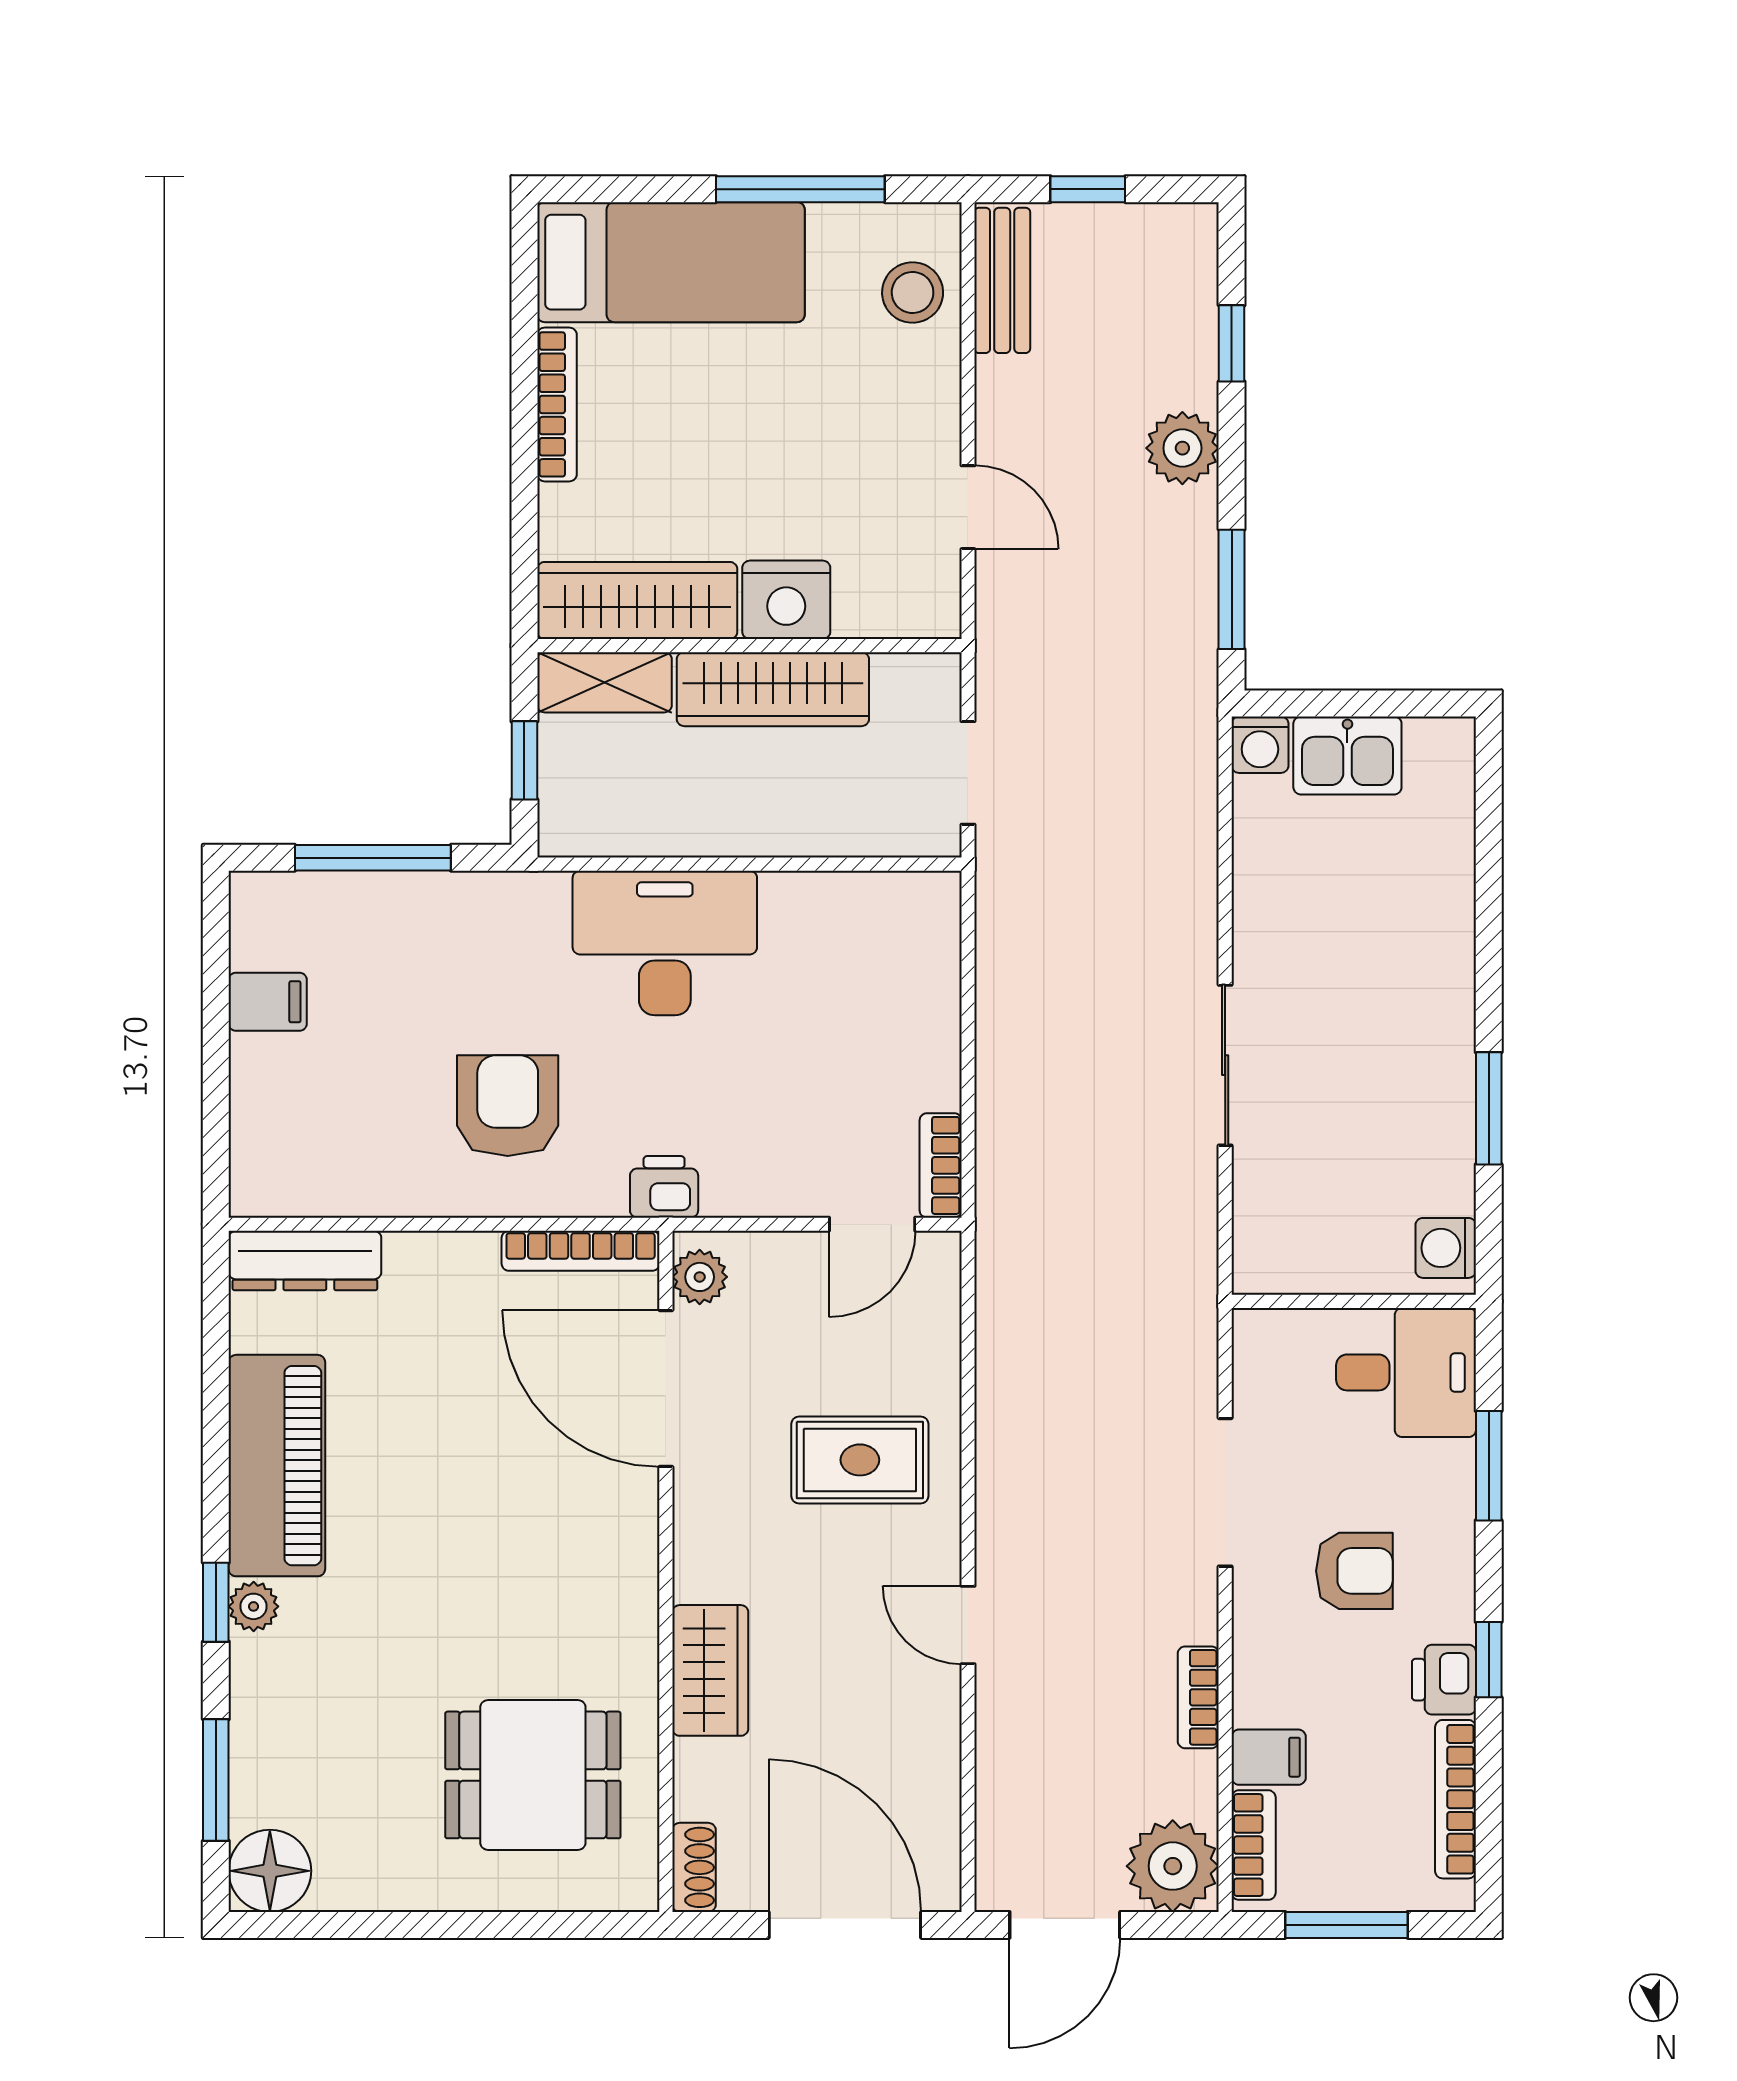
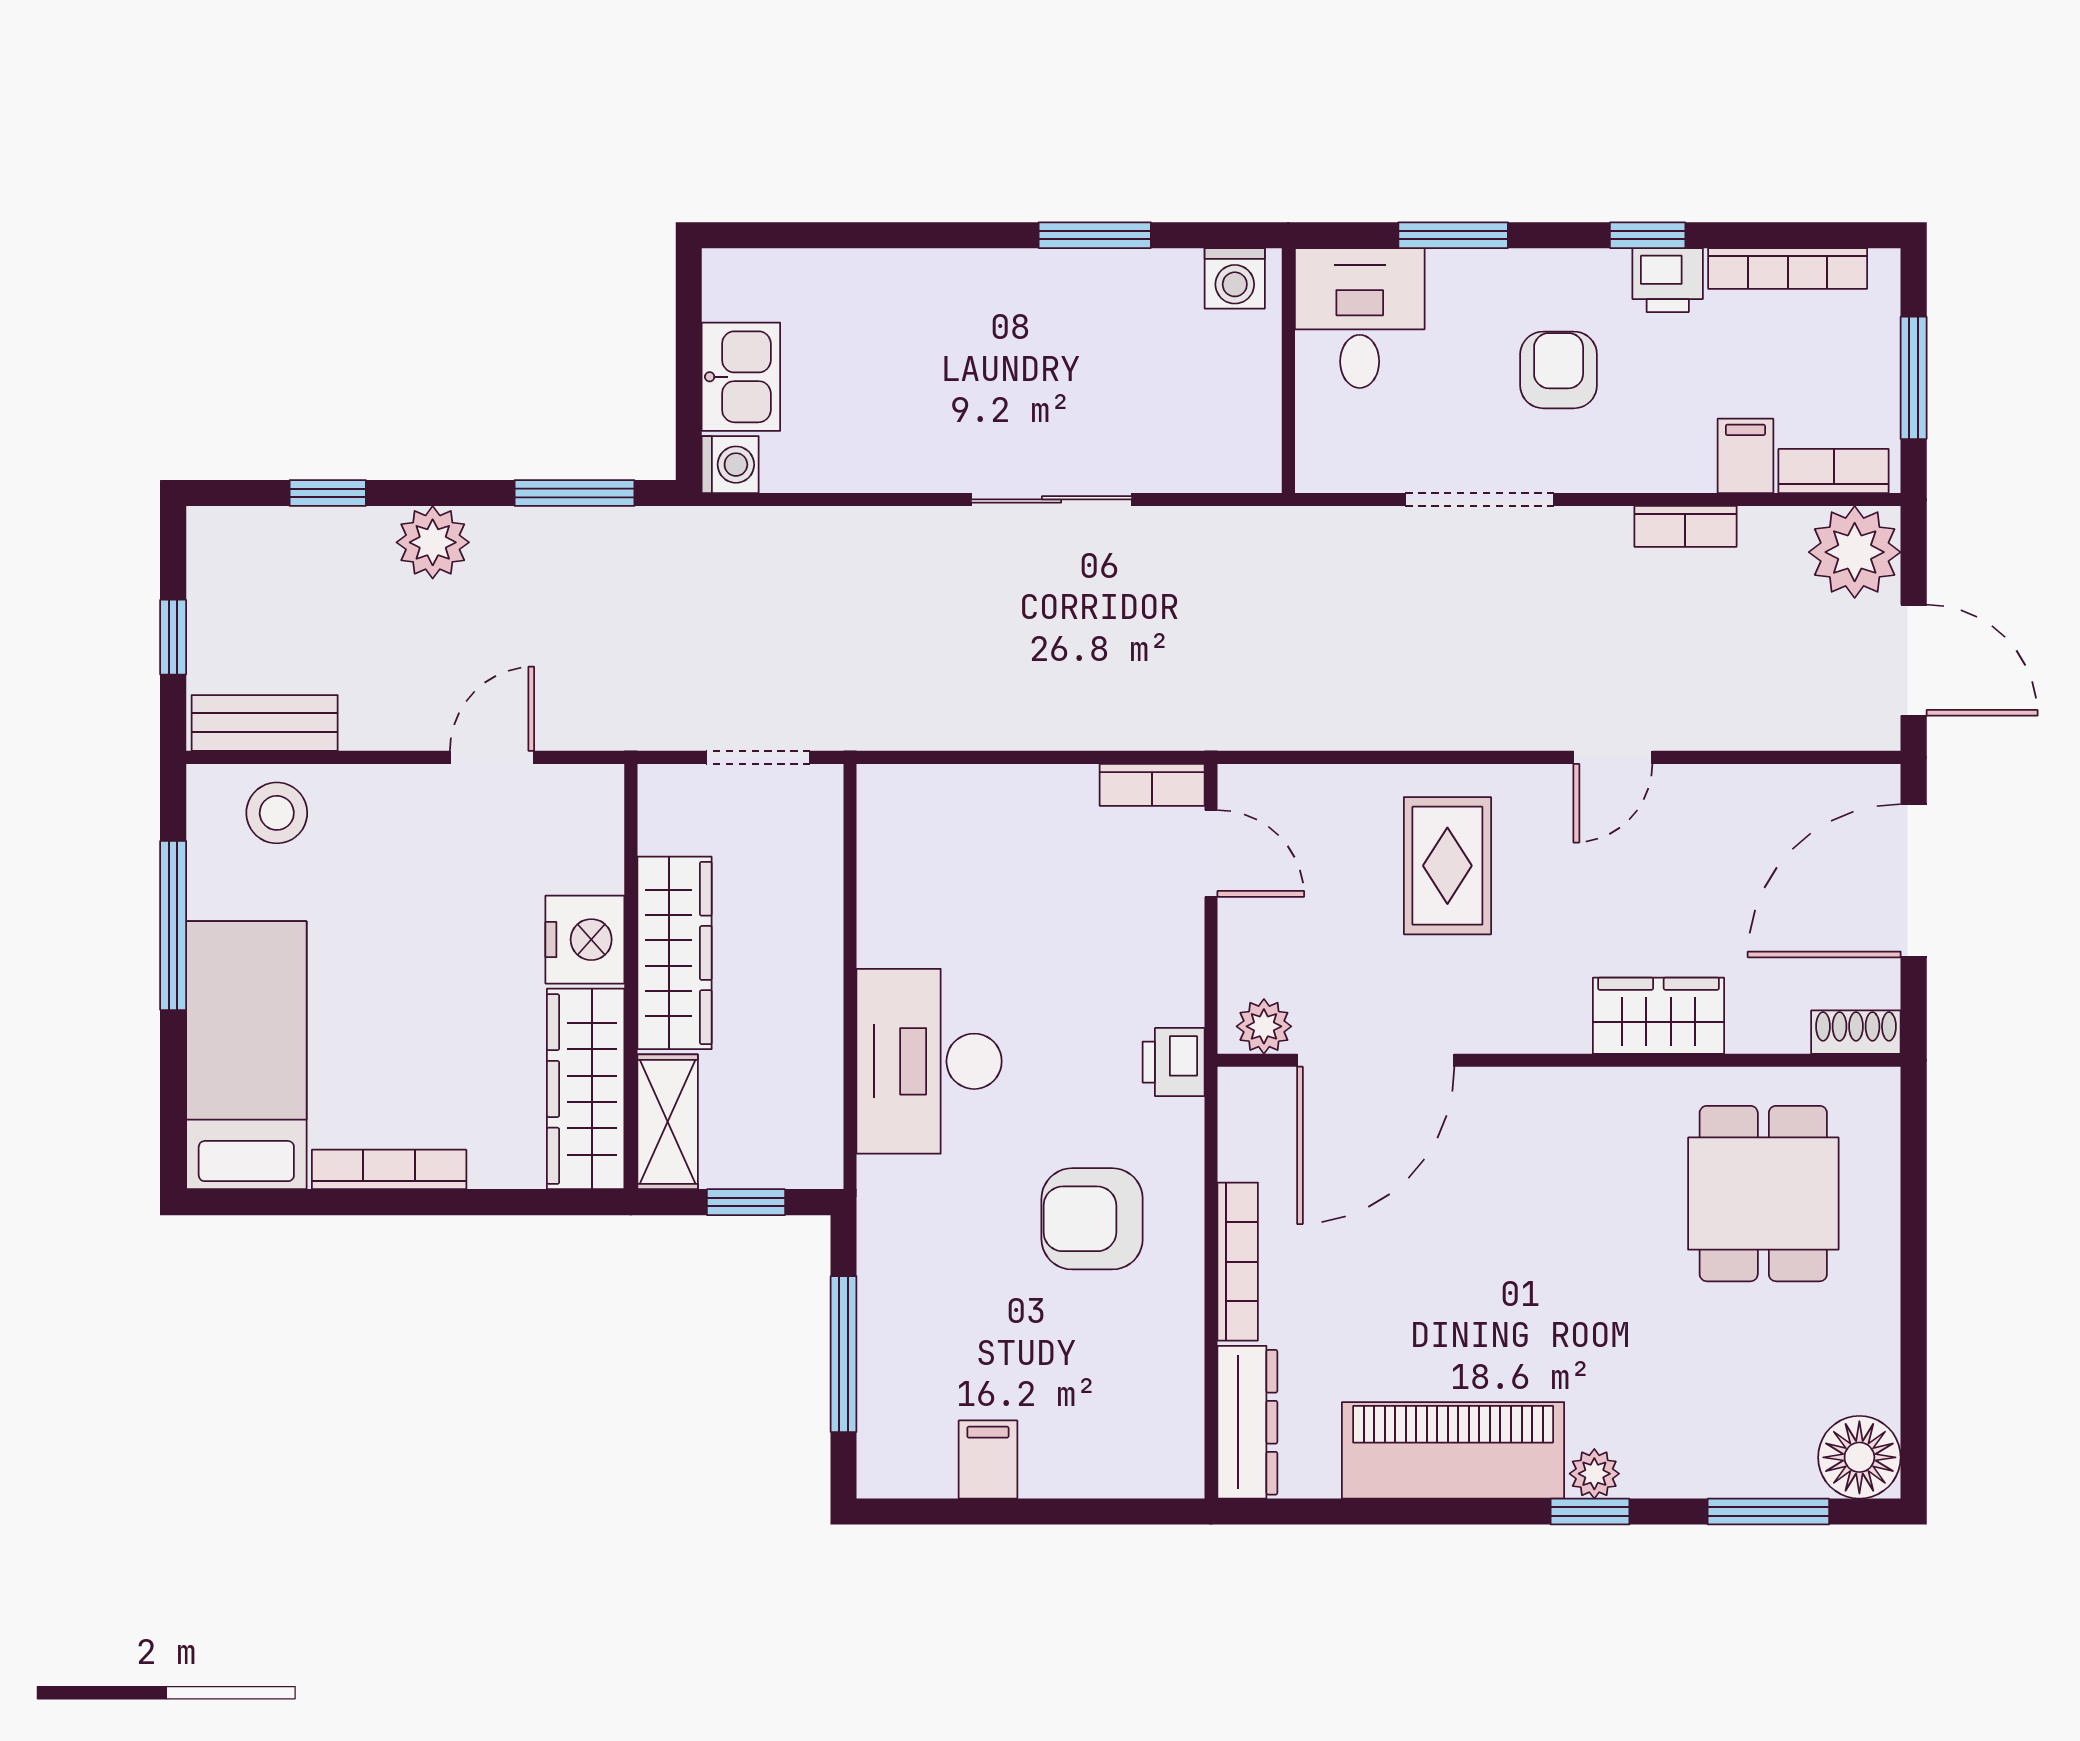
bookcase: (581, 1251) -> (1238, 1262), moved

